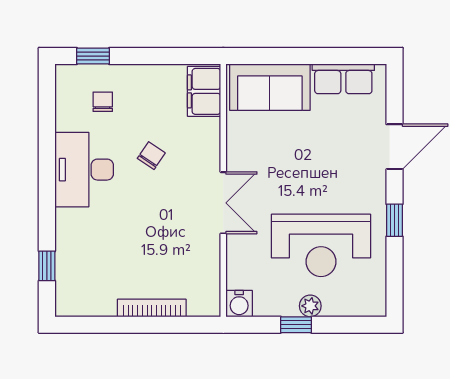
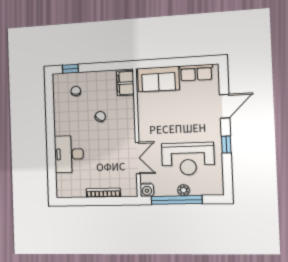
desk: (84, 170) -> (69, 154), moved
double door: (223, 203) -> (138, 158), moved
window: (47, 266) -> (52, 173), removed
window: (296, 325) -> (177, 200), width x3.17

